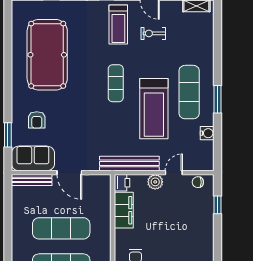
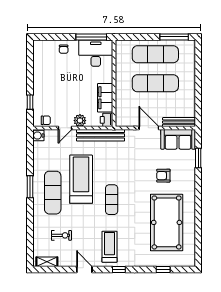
exercise bike: (153, 33) -> (61, 235), moved
armchair: (37, 120) -> (163, 176), moved, turned -90
water cooler: (207, 133) -> (38, 135), moved

